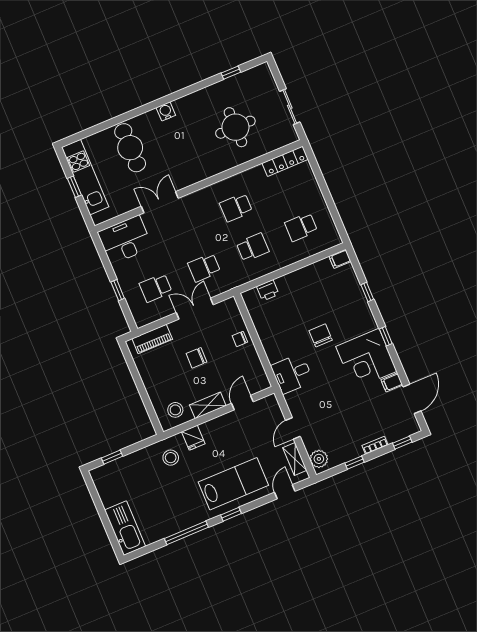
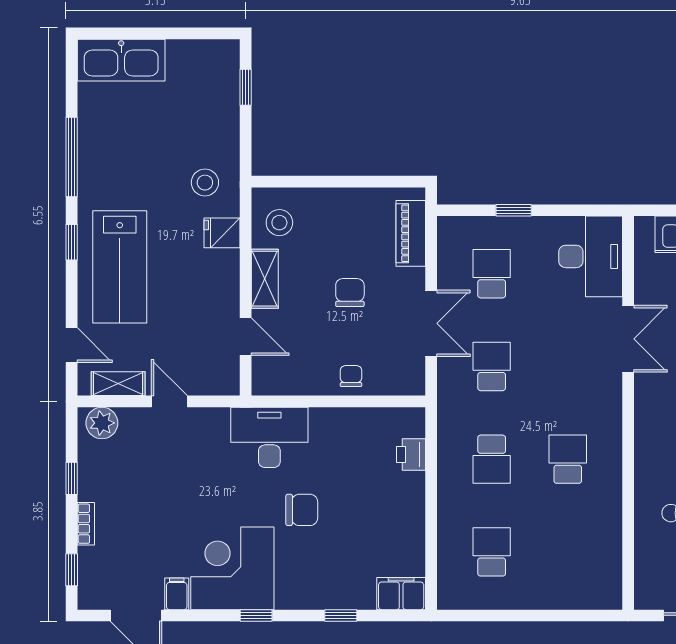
locker: (285, 161) -> (610, 571), removed
filing cabinet: (340, 259) -> (401, 594), width x2.00
desk: (292, 374) -> (269, 437), width x1.37

